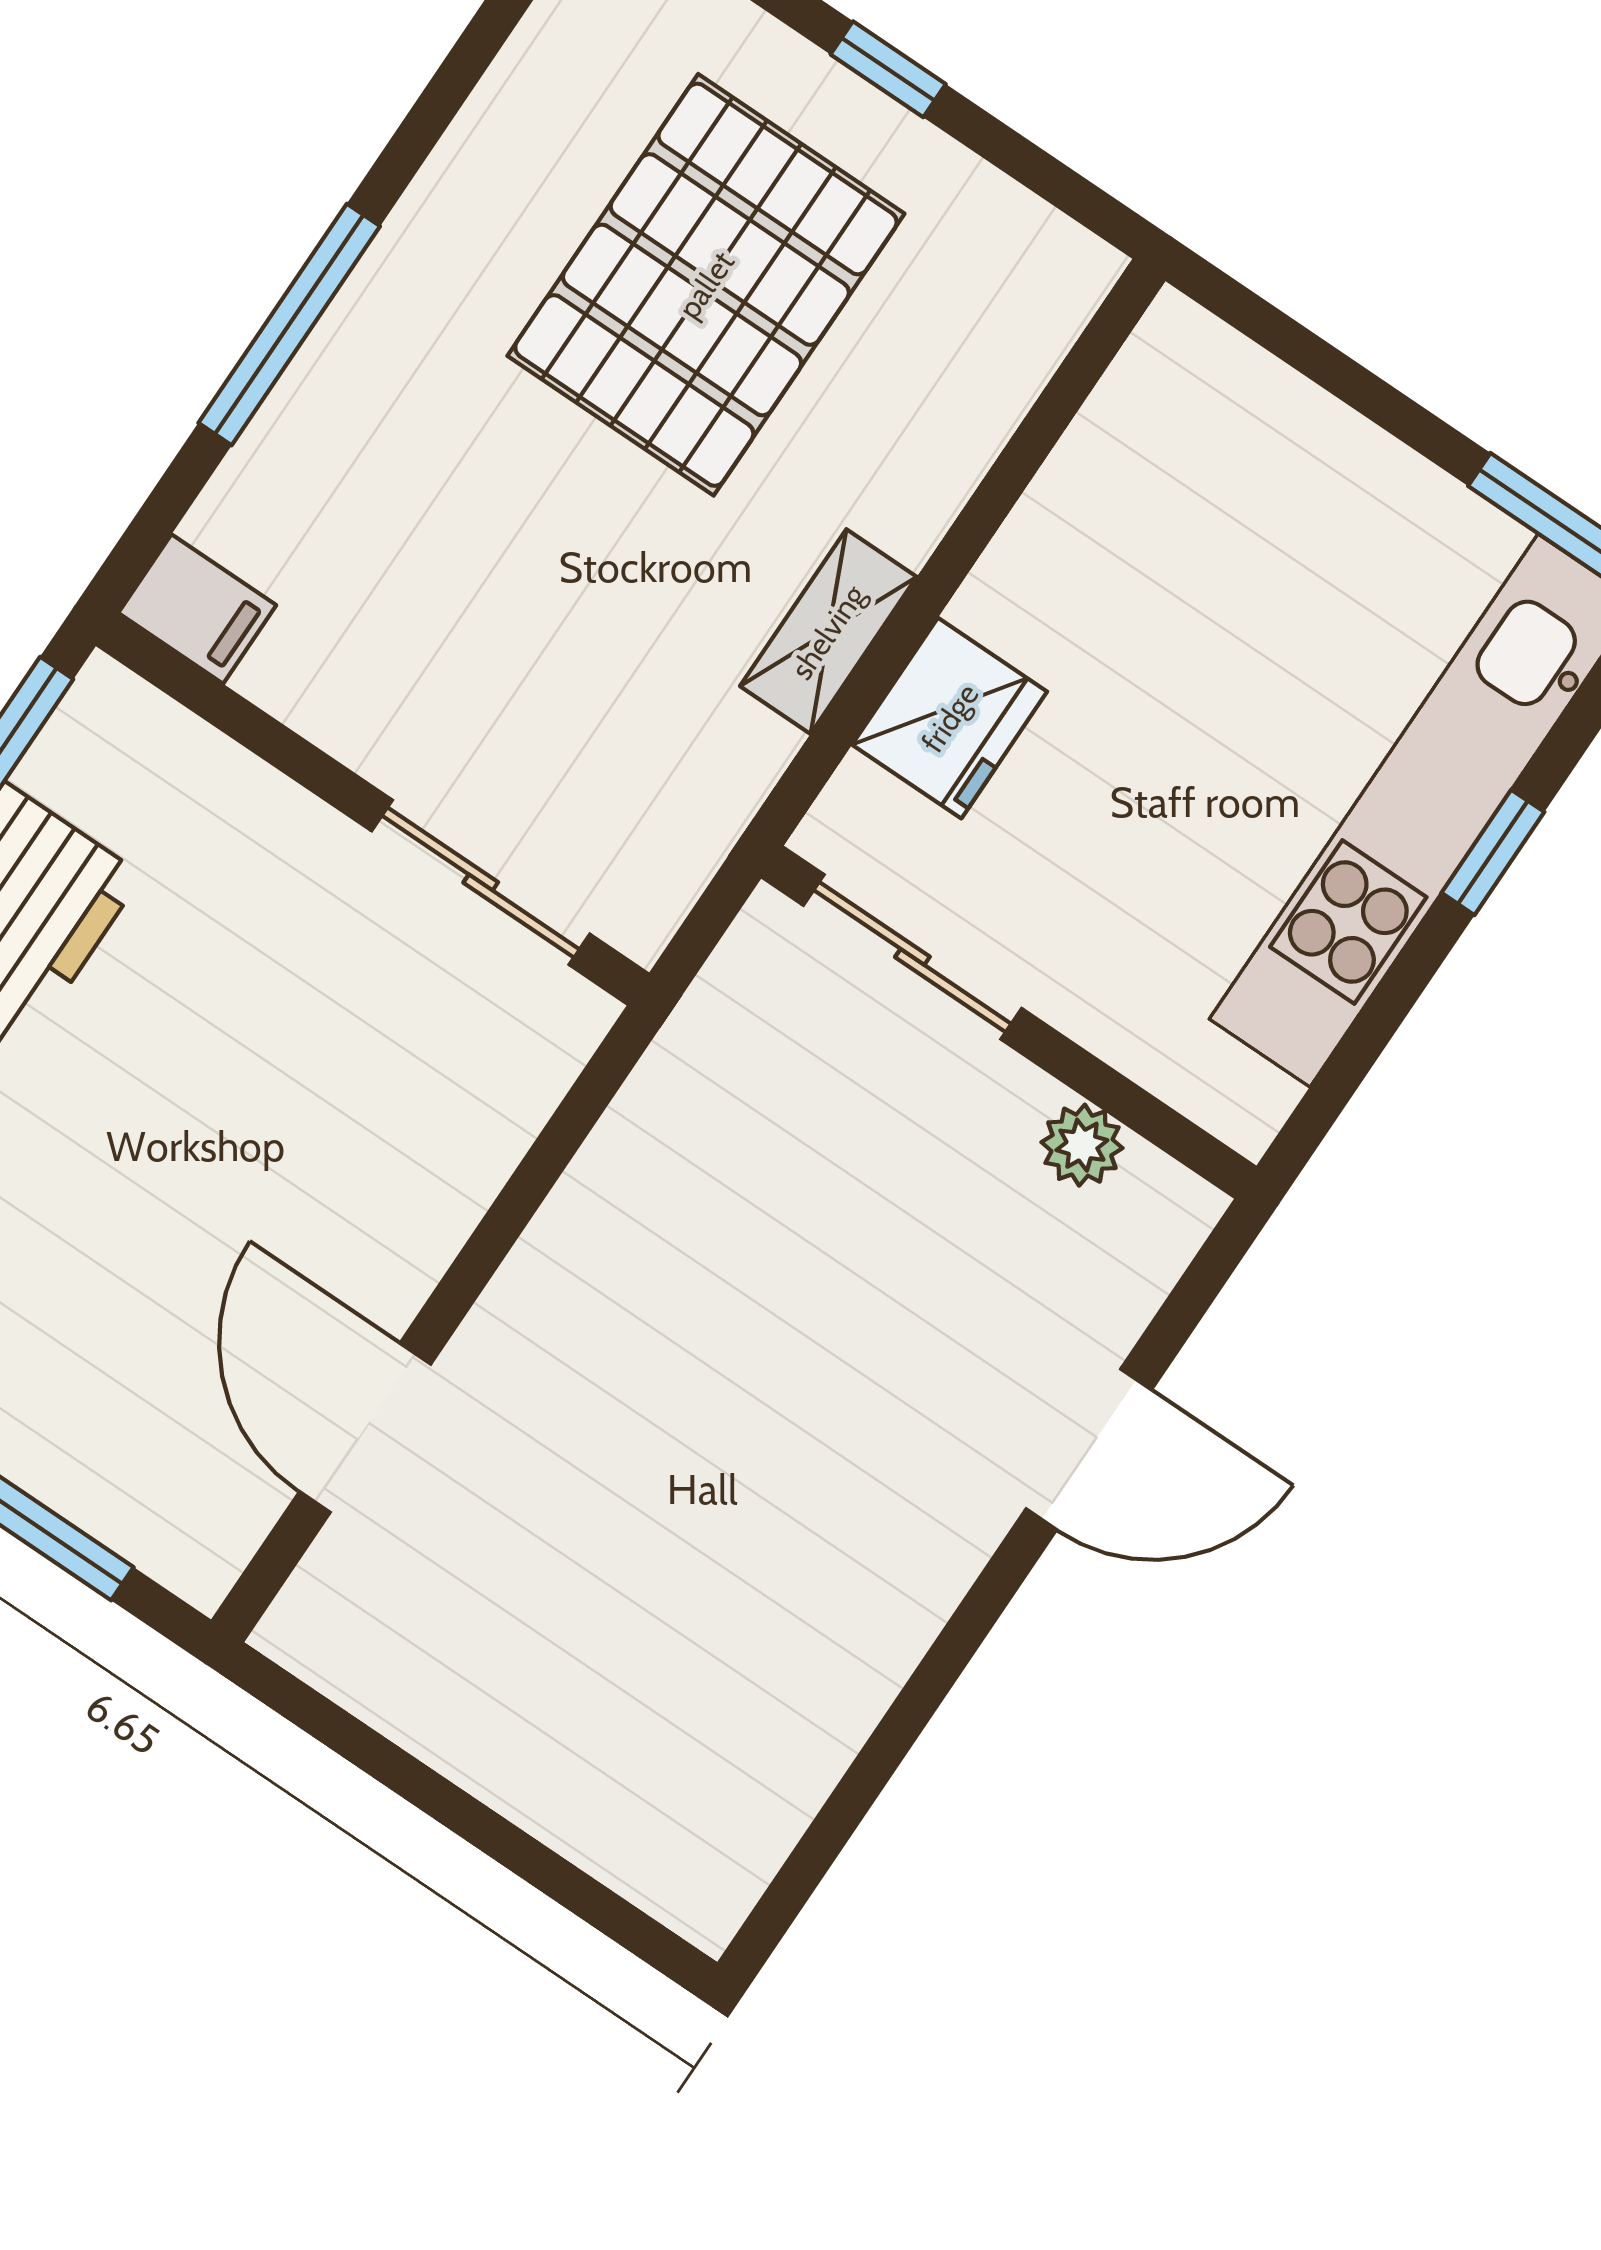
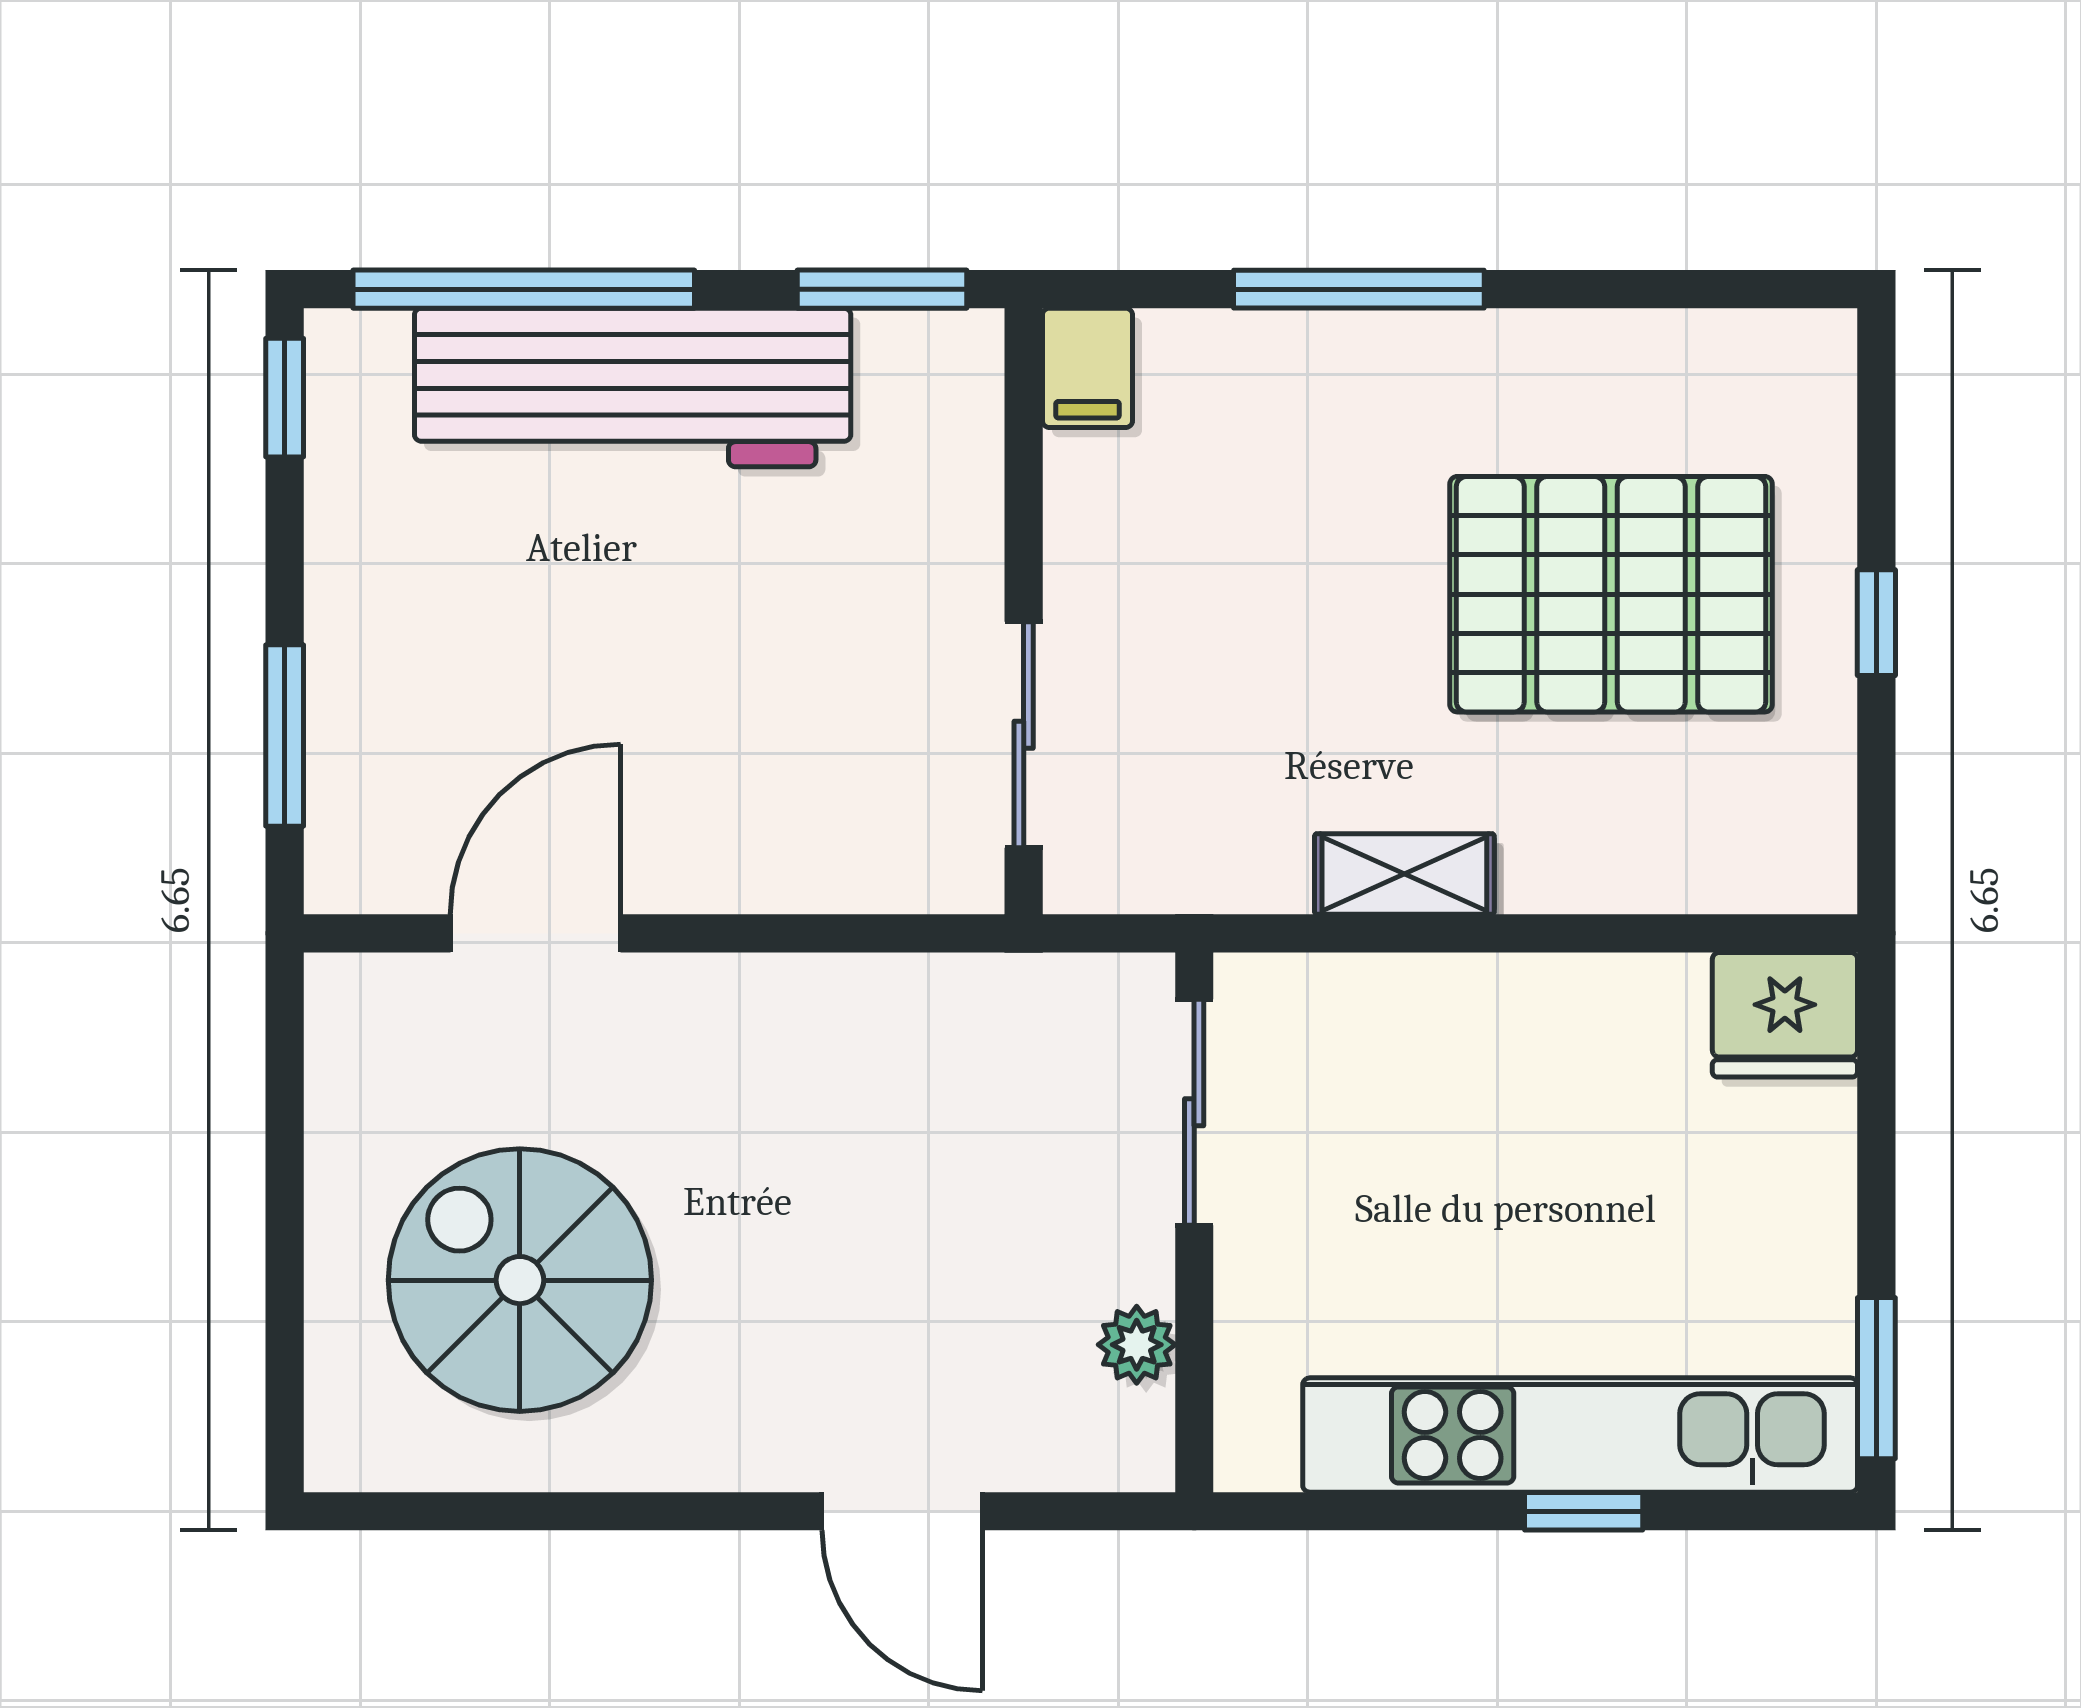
fridge: (950, 718) -> (1785, 1015), moved
spiral stairs: (660, 1647) -> (520, 1280), added

